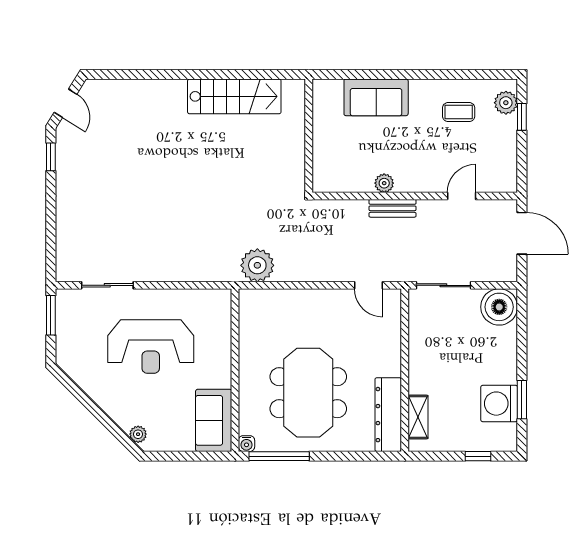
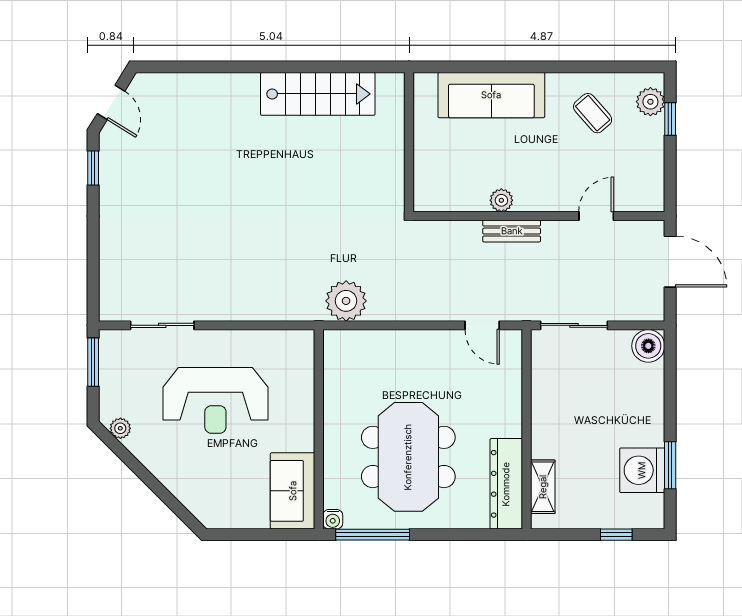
sofa: (376, 97) -> (491, 95), width x1.36
coffee table: (459, 112) -> (593, 113), turned 49
boiler: (499, 307) -> (648, 346), width x0.73, depth x0.73
plant: (138, 434) -> (120, 428), moved

